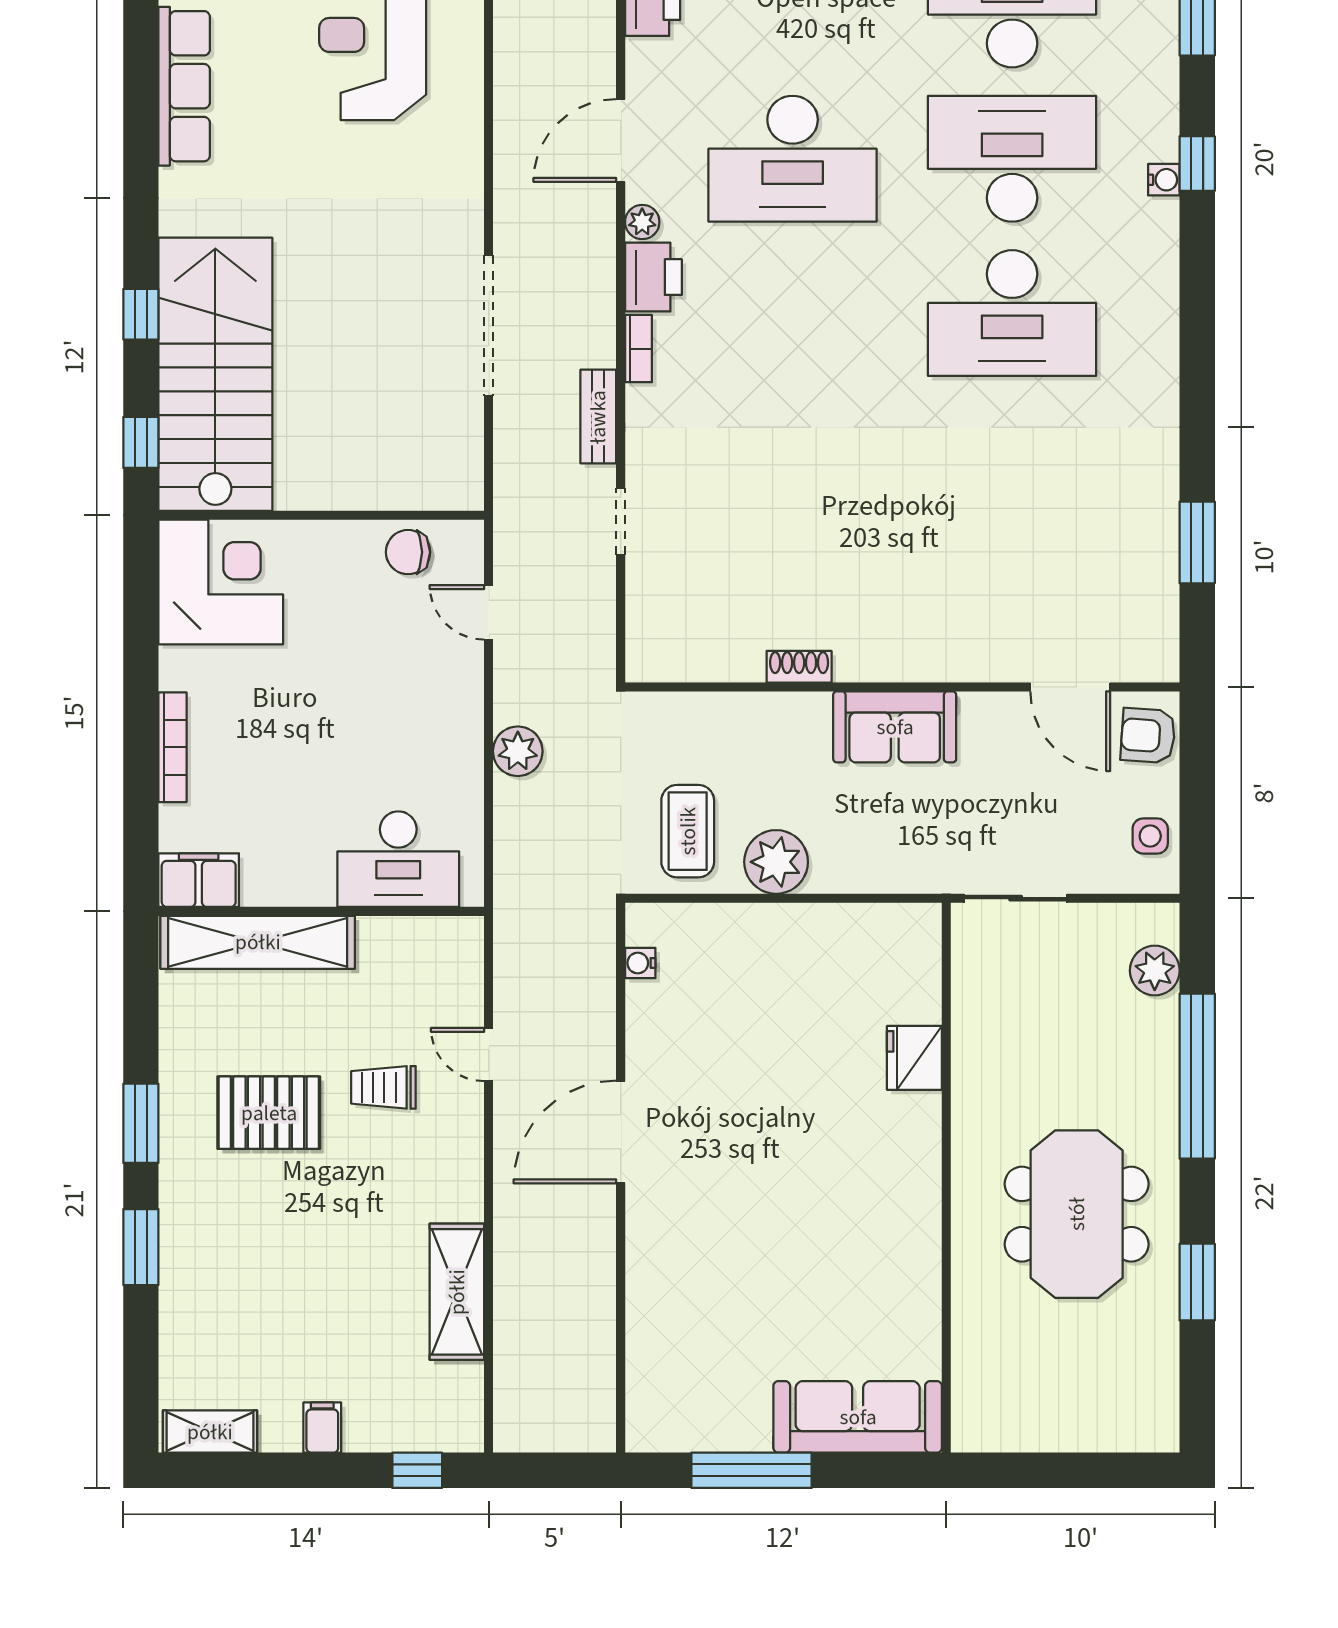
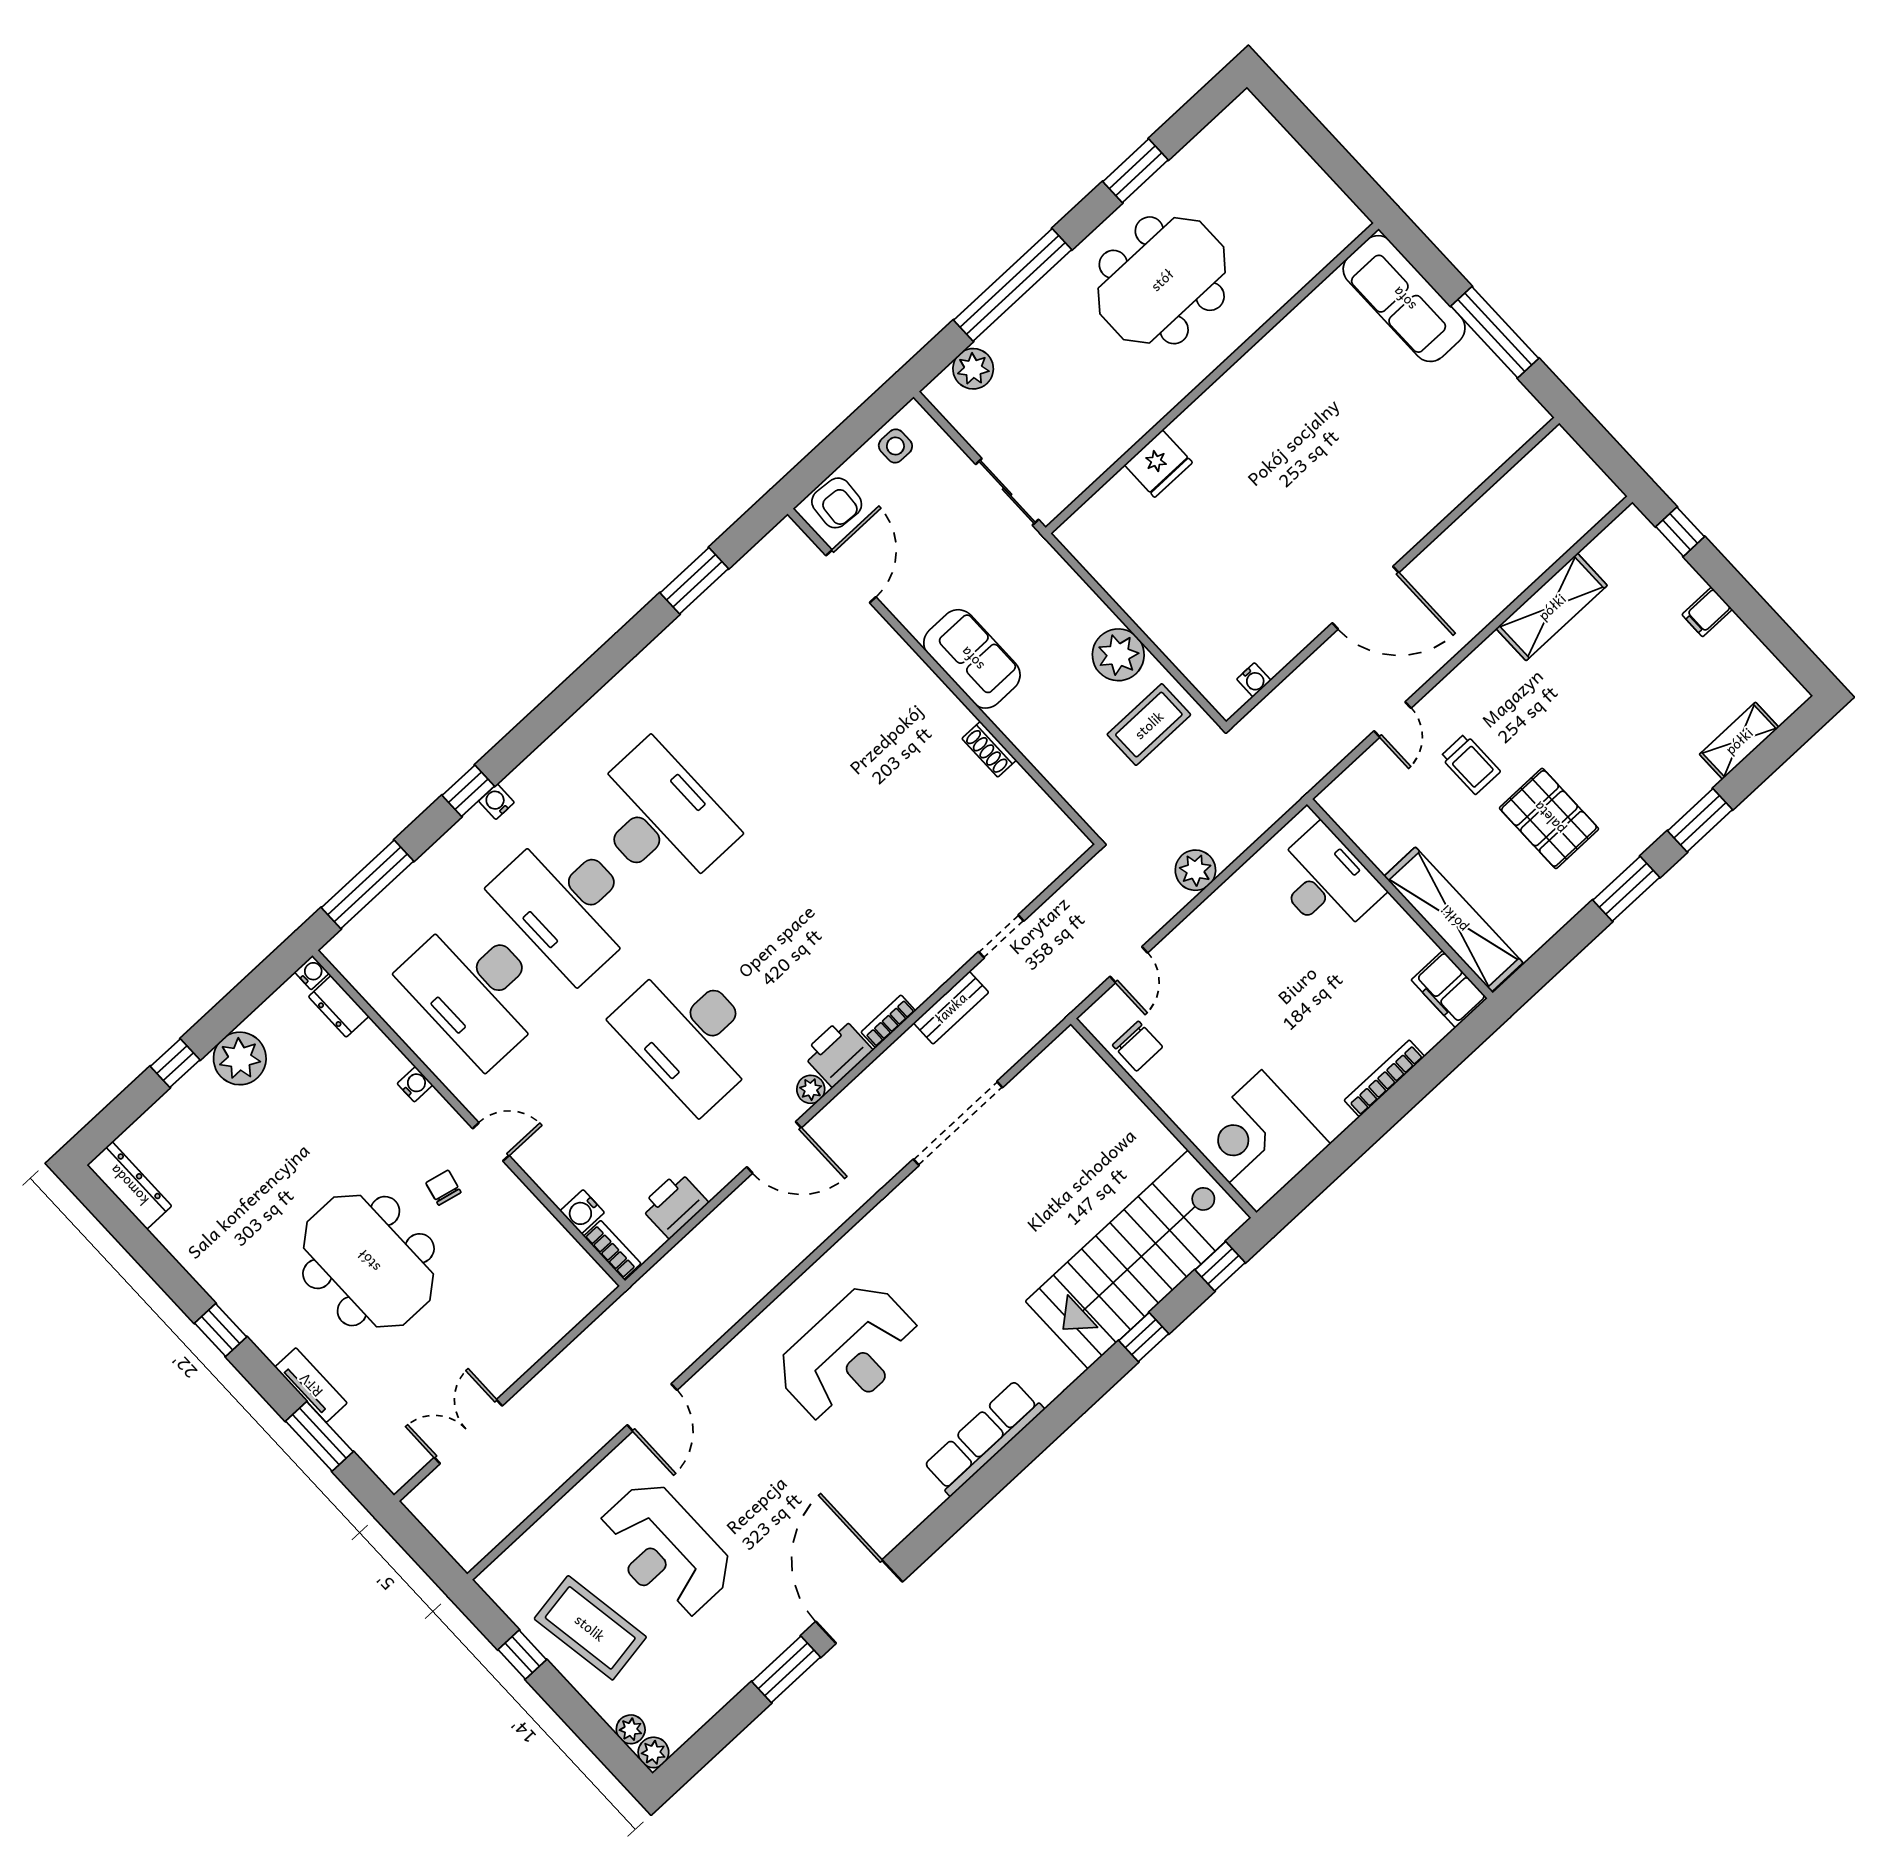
desk: (793, 159) -> (690, 1035), turned 180
shelving: (210, 1432) -> (1739, 741), moved, turned 90

